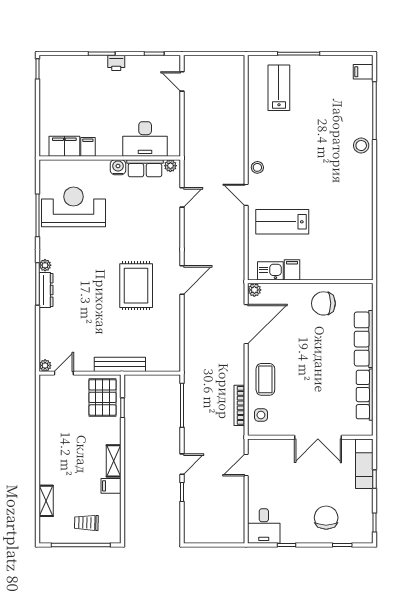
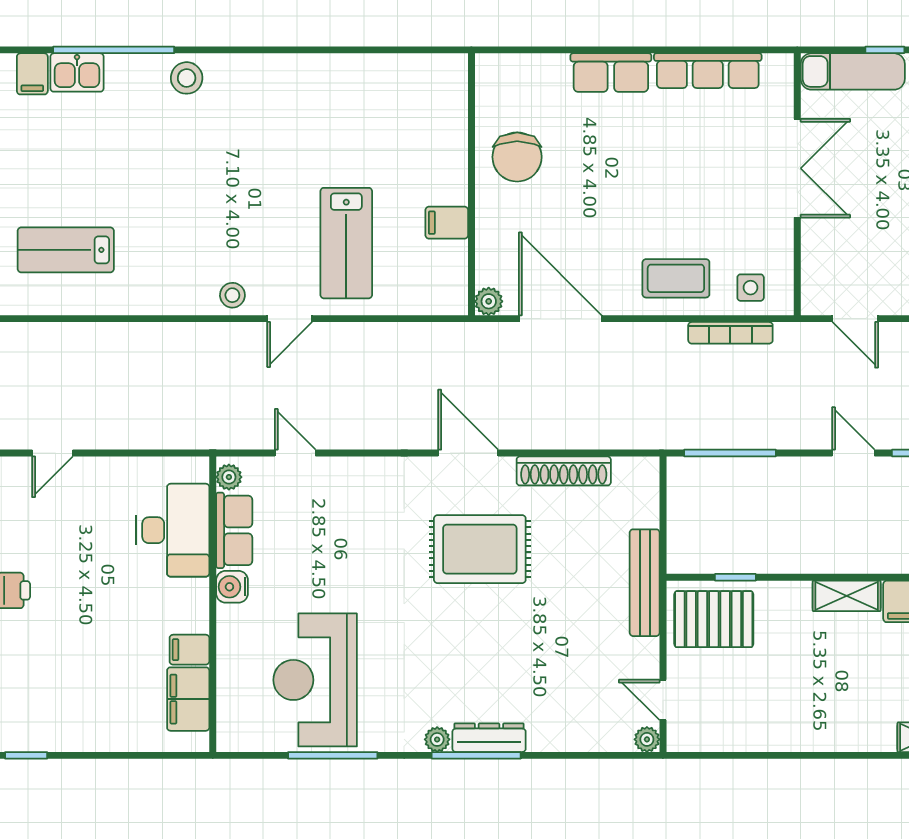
kitchen sink: (270, 271) -> (77, 72), moved, turned -90
shoe rack: (173, 326) -> (564, 471), added
row of seats: (364, 339) -> (611, 73), width x0.68

